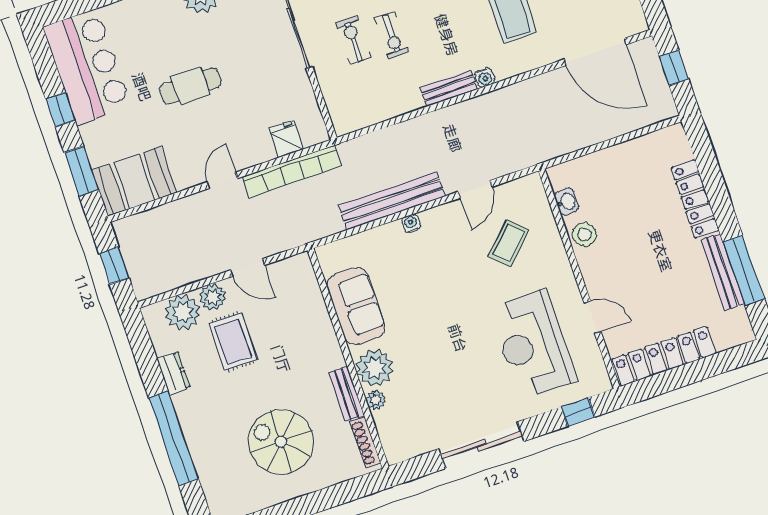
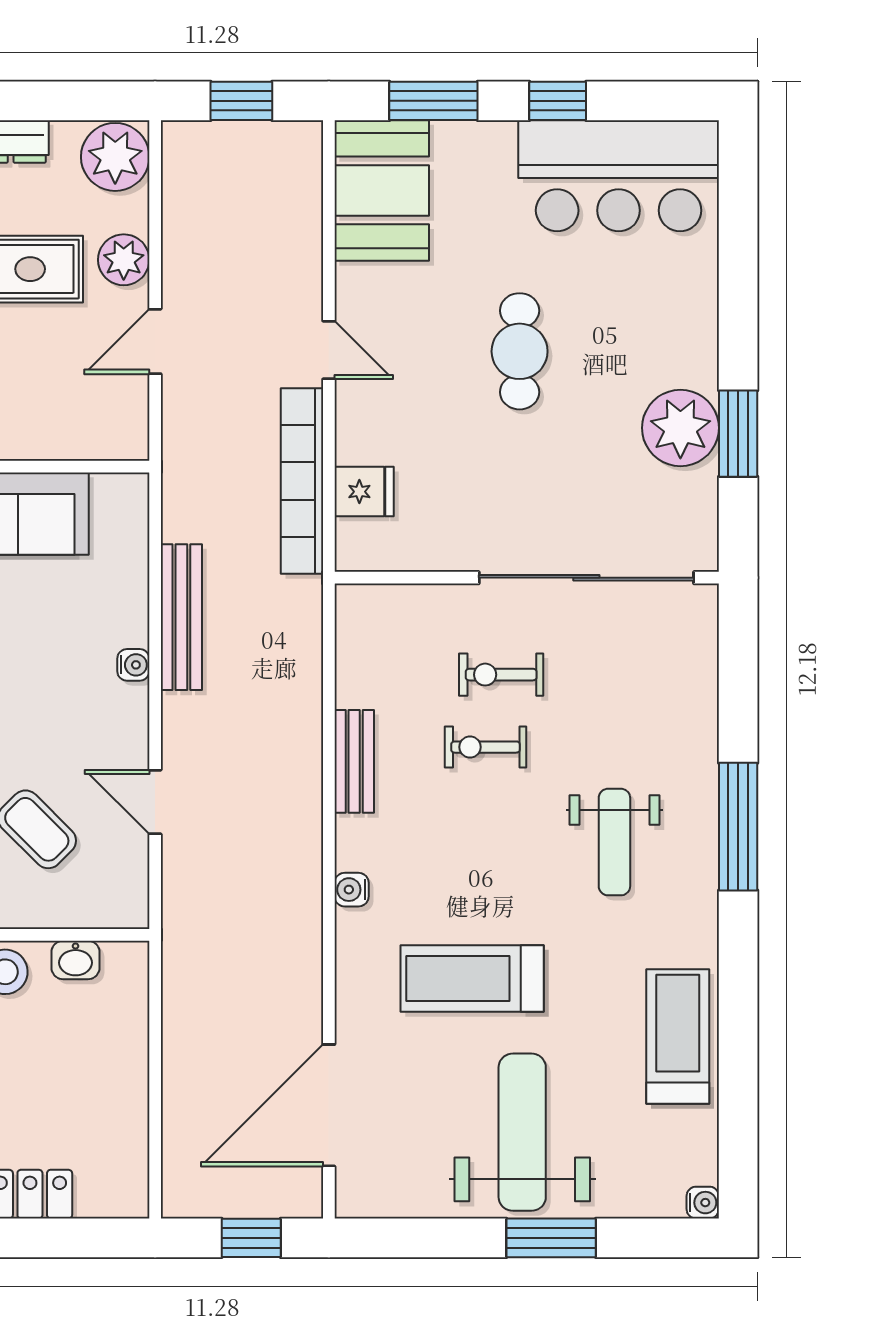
exercise bike: (353, 40) -> (501, 675), turned 180
bench: (449, 88) -> (354, 761), moved
bench: (392, 201) -> (181, 617), width x0.73, depth x0.82
plant: (183, 312) -> (115, 157), moved

